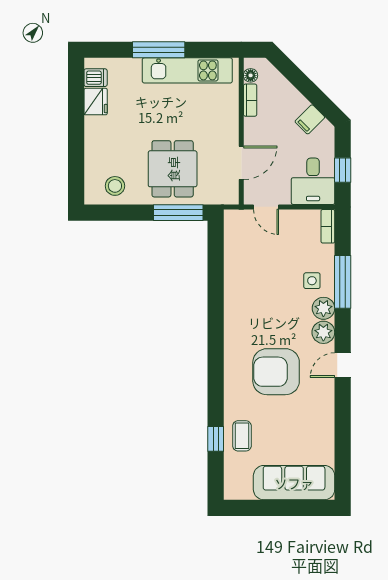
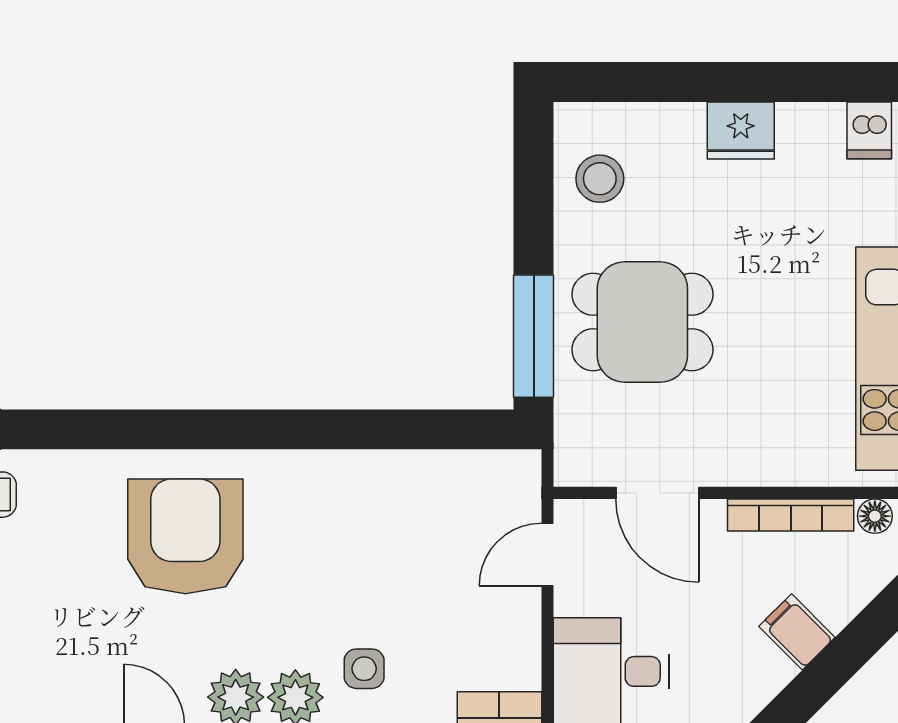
bookcase: (250, 100) -> (791, 515), width x1.56
fridge: (96, 102) -> (741, 131), moved
filing cabinet: (310, 119) -> (797, 632), moved
armchair: (276, 372) -> (185, 536), moved

